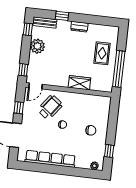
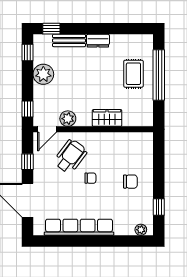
window: (62, 16) -> (51, 29), moved
bench: (45, 23) -> (69, 41), moved
window: (119, 69) -> (159, 75), moved
plant: (51, 80) -> (68, 119), added

